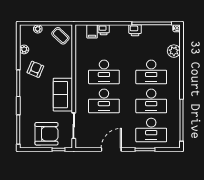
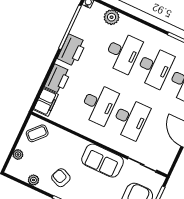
printer: (104, 30) -> (58, 79), width x1.87, depth x1.48
printer: (135, 30) -> (72, 50), width x1.87, depth x1.48
filing cabinet: (92, 31) -> (46, 102), width x2.00

